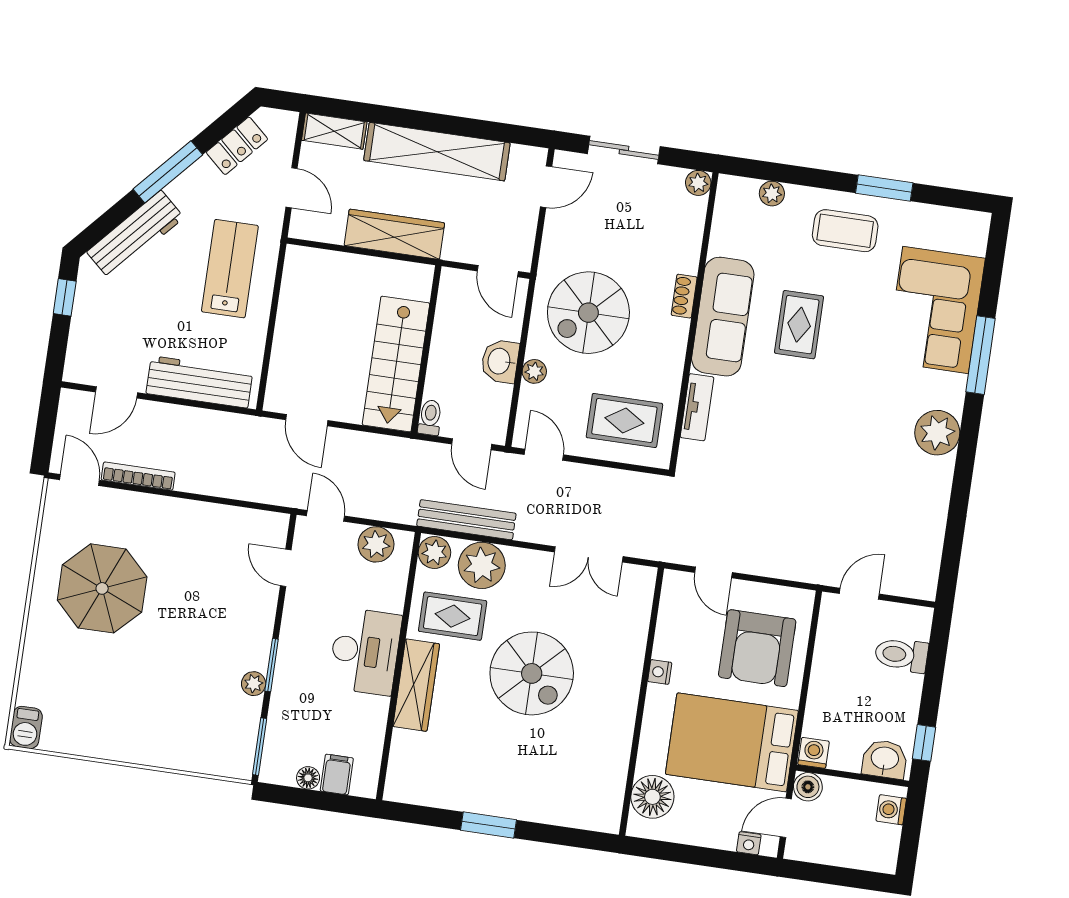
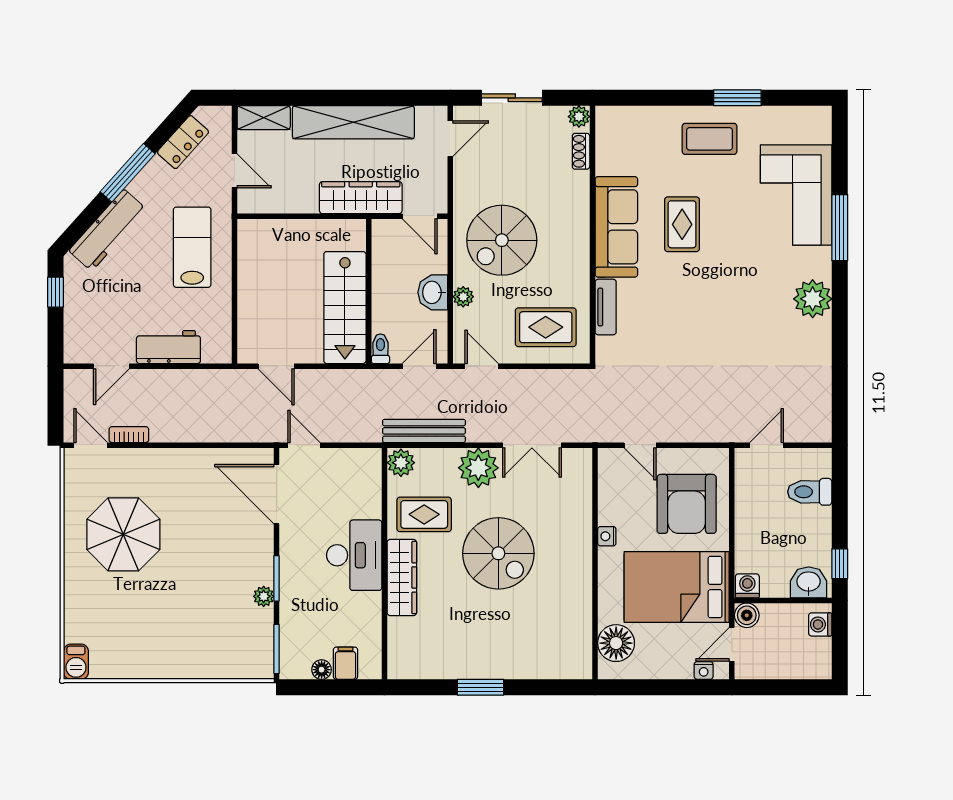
plant: (772, 194) -> (643, 116), removed
wardrobe: (394, 234) -> (361, 198), moved
shoe rack: (684, 296) -> (581, 151), moved
workbench: (200, 382) -> (168, 347), width x0.73
door: (472, 444) -> (419, 366), swing flipped
bookcase: (138, 476) -> (129, 435), width x0.64
plant: (376, 544) -> (350, 463), removed
plant: (482, 565) -> (478, 468), moved
door: (286, 568) -> (277, 494), width x1.88

